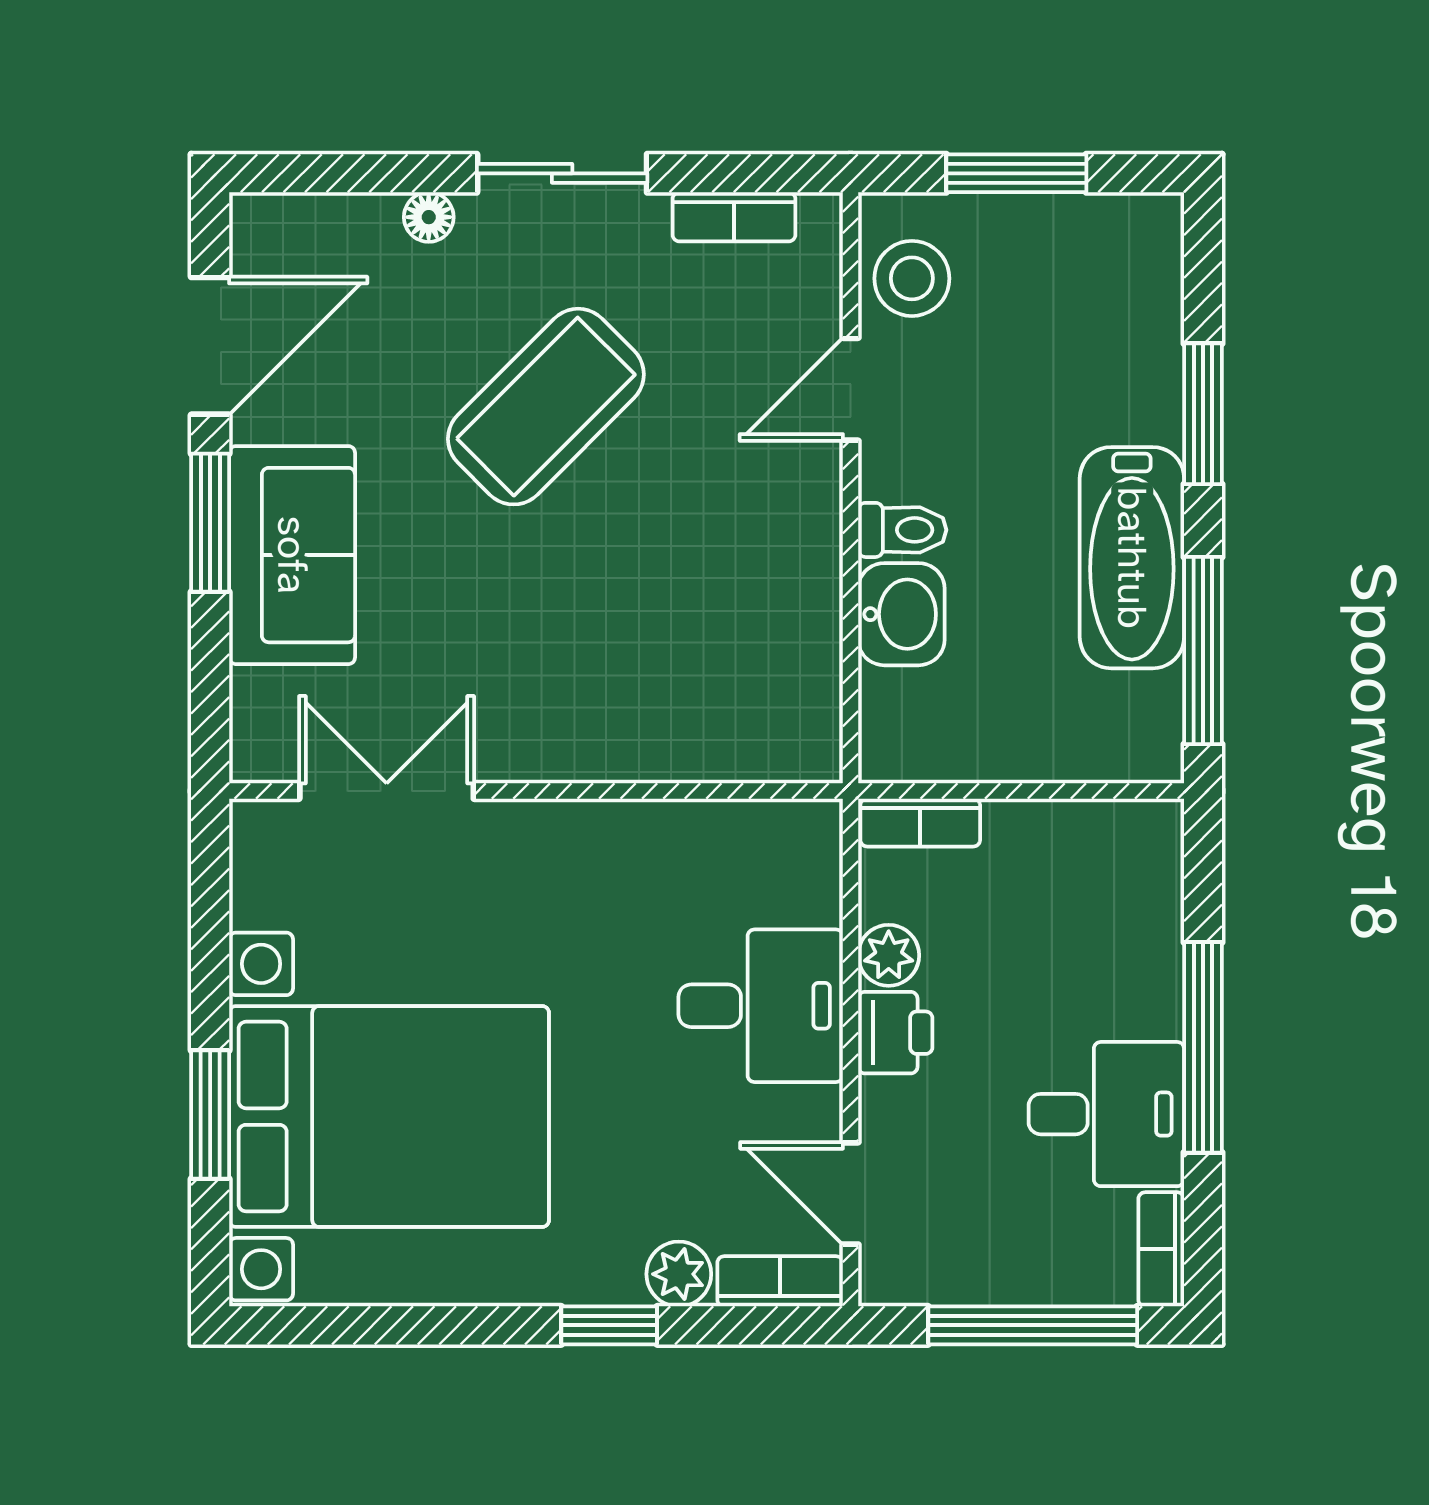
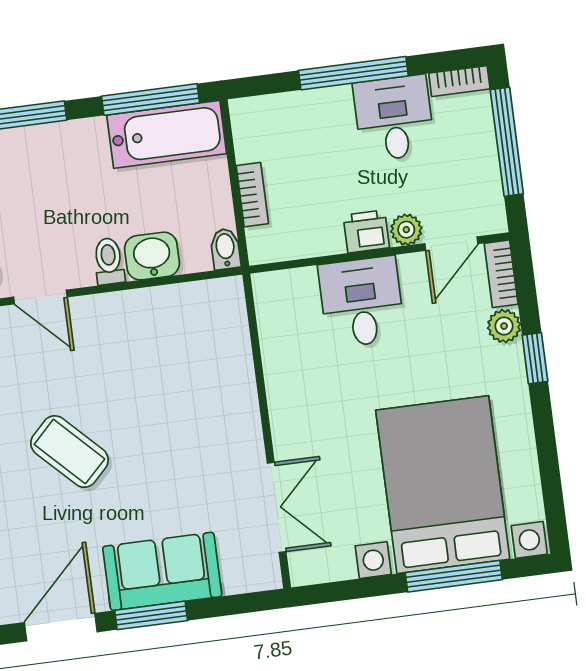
door: (210, 346) -> (61, 627), hinge flipped
coffee table: (546, 407) -> (69, 452), width x0.73, depth x0.76
bathtub: (1132, 558) -> (167, 134), moved
bidet: (897, 757) -> (225, 249), added
double door: (387, 791) -> (277, 507), swing flipped
bookcase: (920, 823) -> (252, 195), moved
plant: (889, 955) -> (406, 230), moved
window: (210, 1115) -> (454, 576), width x1.44

